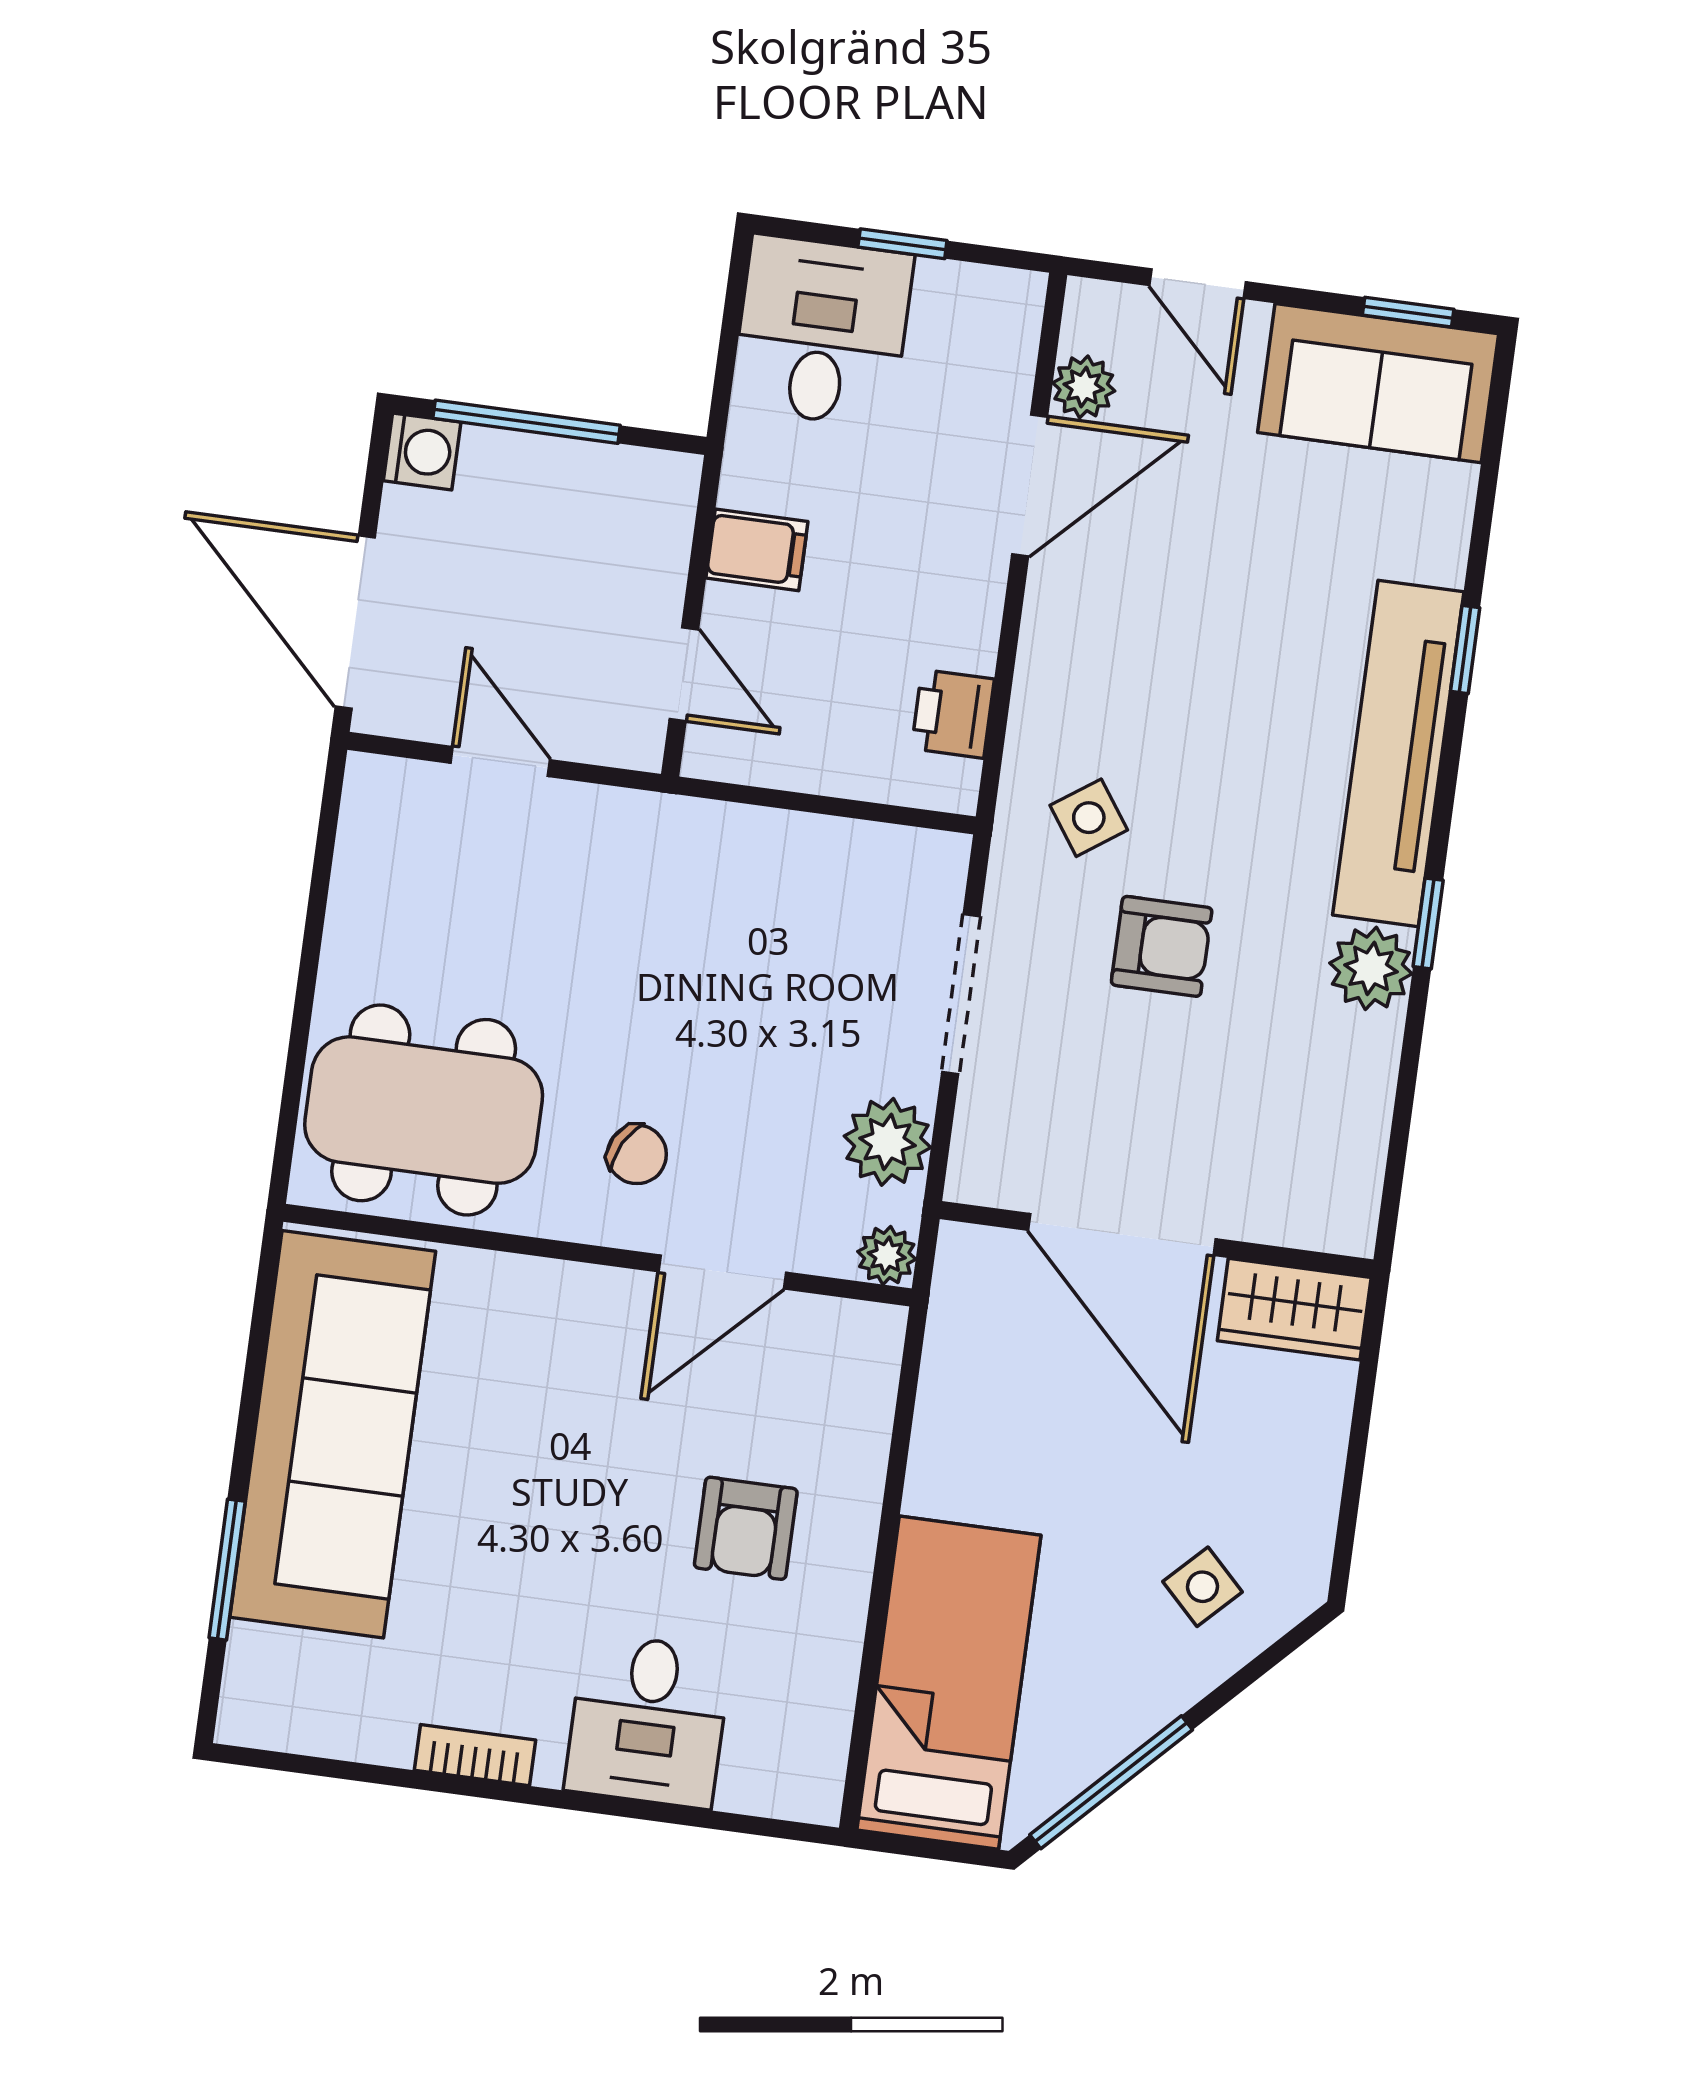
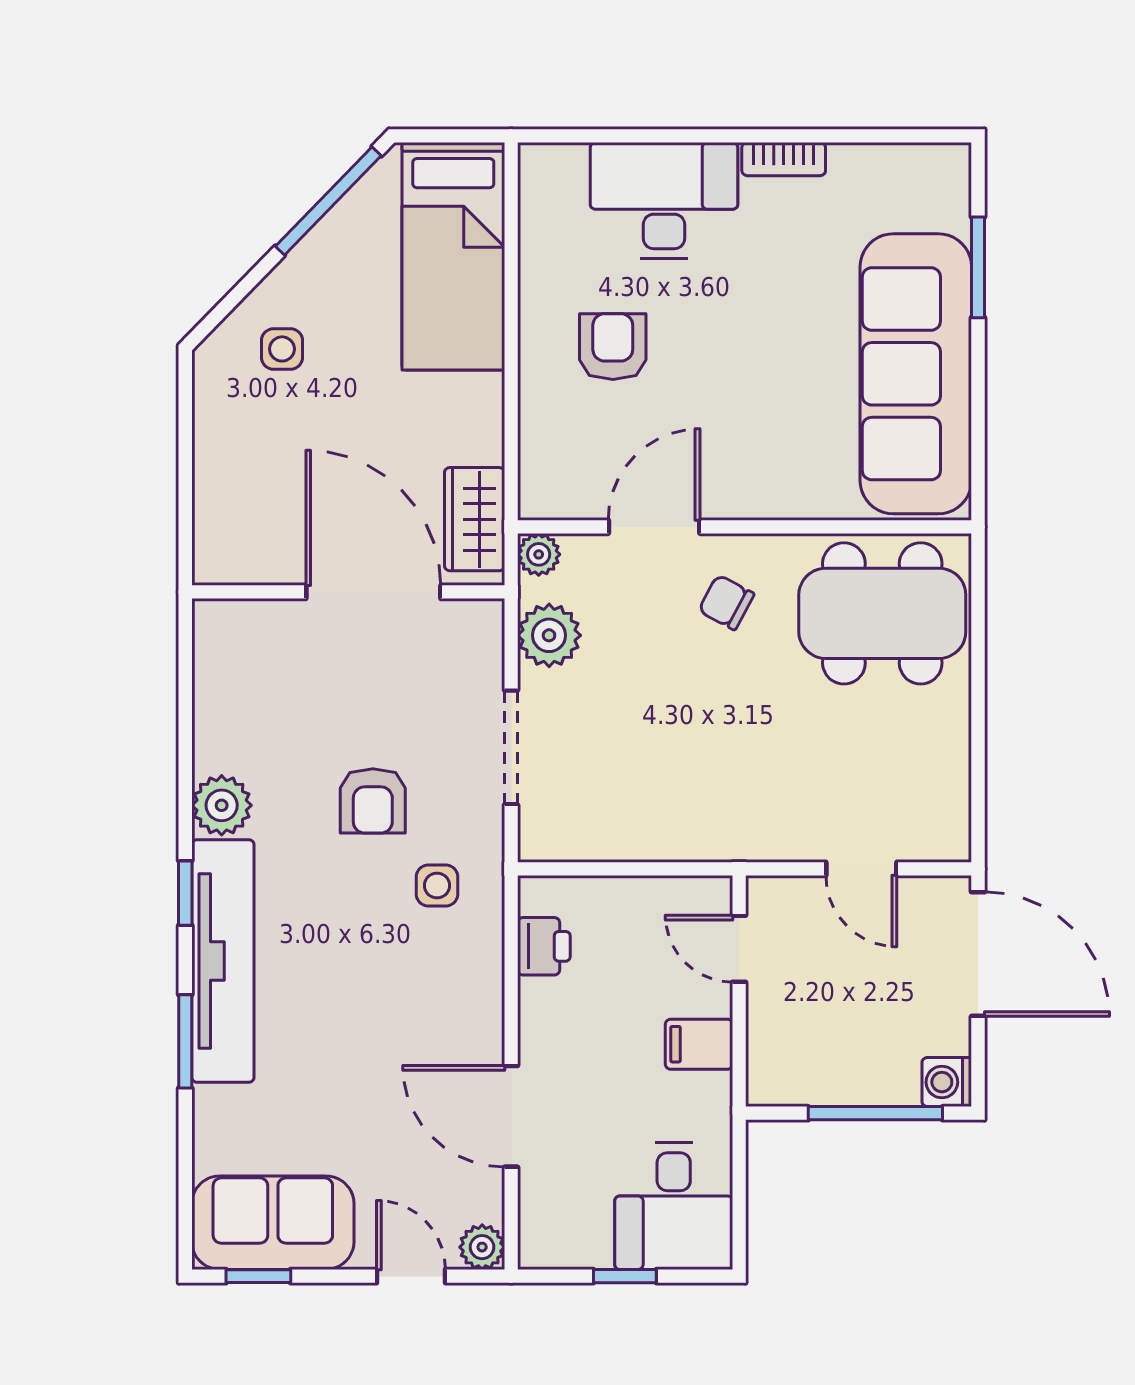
plant: (1084, 387) -> (482, 1247), moved
door: (1030, 485) -> (511, 1116), hinge flipped
window: (1465, 649) -> (185, 1041), width x1.50
side table: (1089, 818) -> (437, 886), turned 35
window: (1428, 923) -> (185, 893), moved
armchair: (1162, 946) -> (373, 801), turned -90
wardrobe: (1294, 1309) -> (475, 519), moved, turned -90
side table: (1202, 1587) -> (282, 349), turned 45
desk: (648, 1721) -> (664, 200), width x1.37

